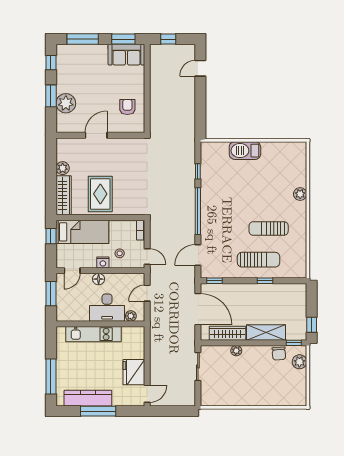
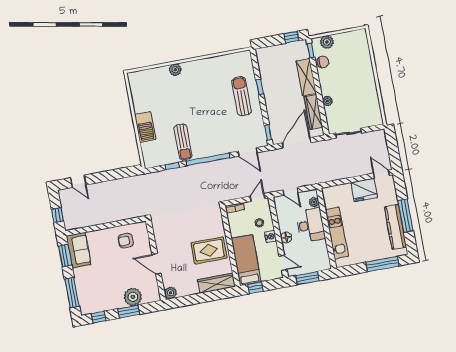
plant: (63, 168) -> (170, 293), moved
sun lounger: (269, 228) -> (183, 142), moved

